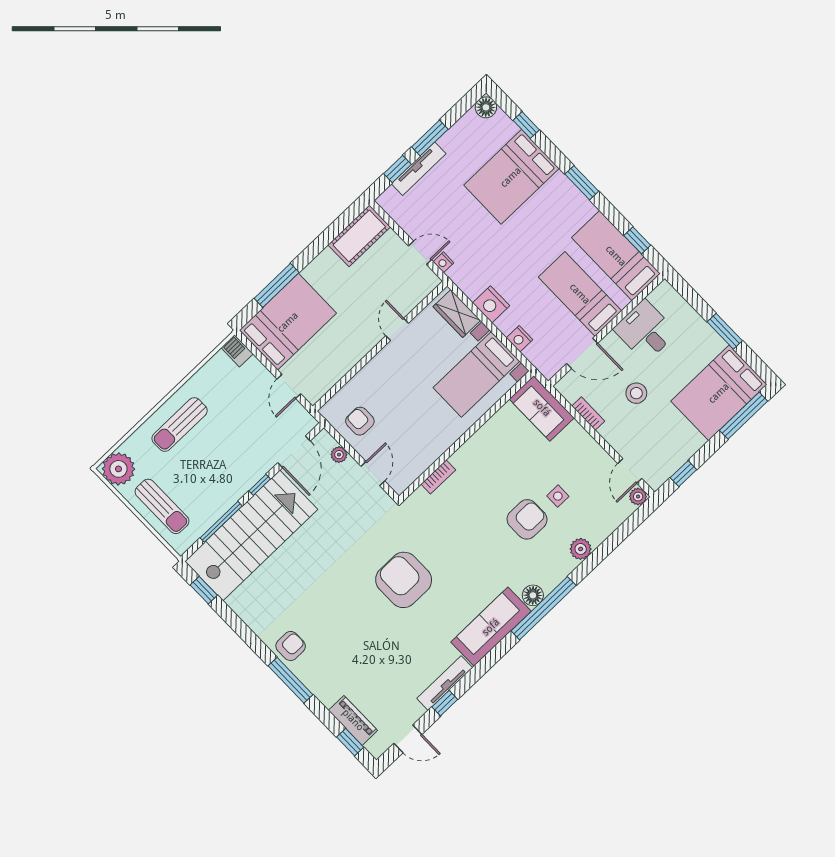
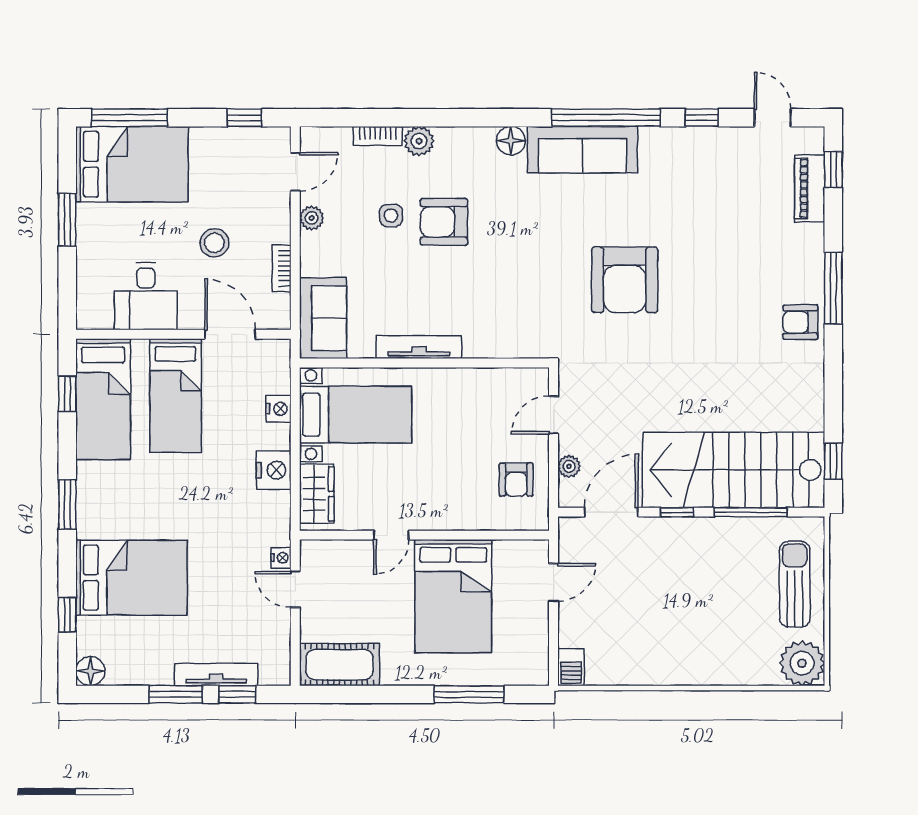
bed: (288, 322) -> (453, 596), moved, turned -90
sun lounger: (180, 425) -> (699, 649), removed
bookcase: (438, 477) -> (378, 136), moved, turned 180
plant: (638, 497) -> (312, 218), moved
window: (544, 608) -> (606, 118), moved
tv unit: (445, 683) -> (419, 347), moved, turned 180

